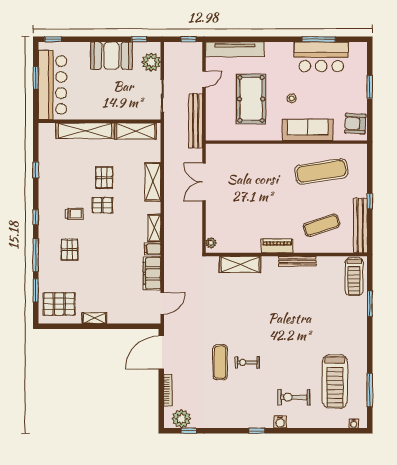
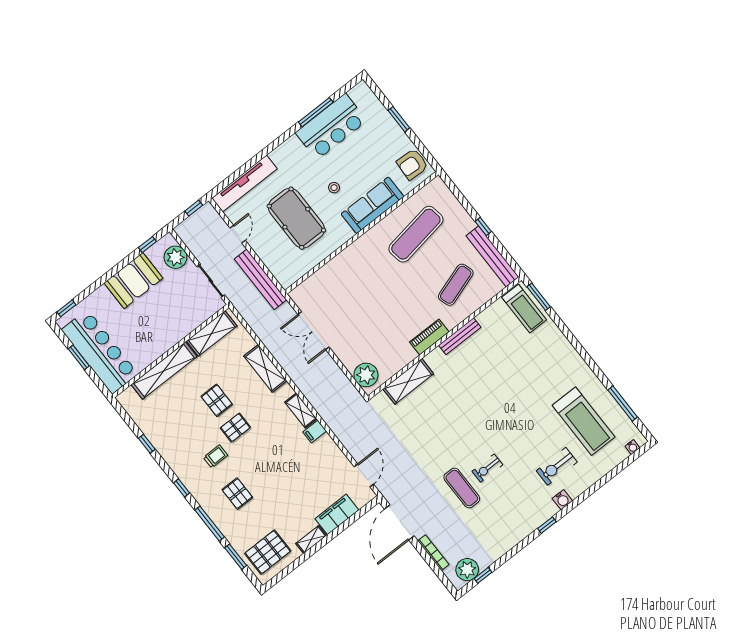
plant: (211, 243) -> (366, 375), width x1.87, depth x1.87
filing cabinet: (152, 273) -> (337, 514), moved, turned 90
window: (370, 304) -> (539, 297), moved

